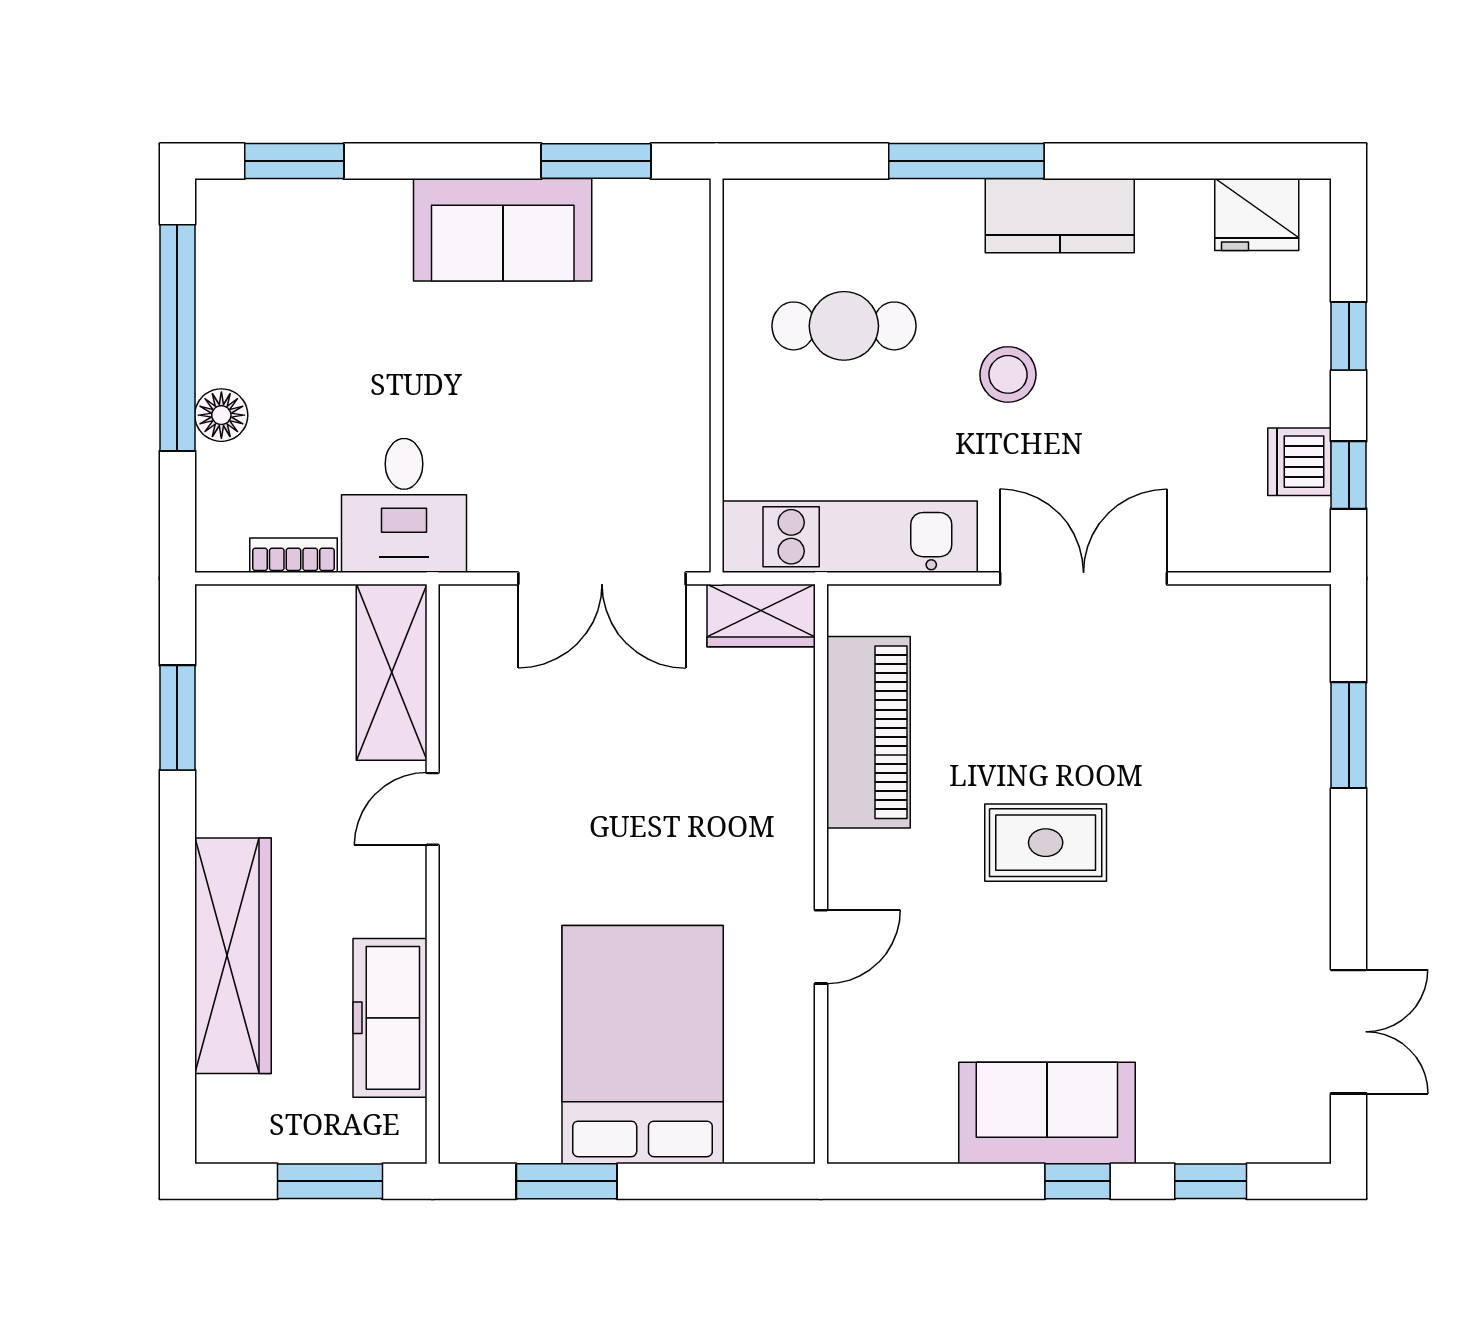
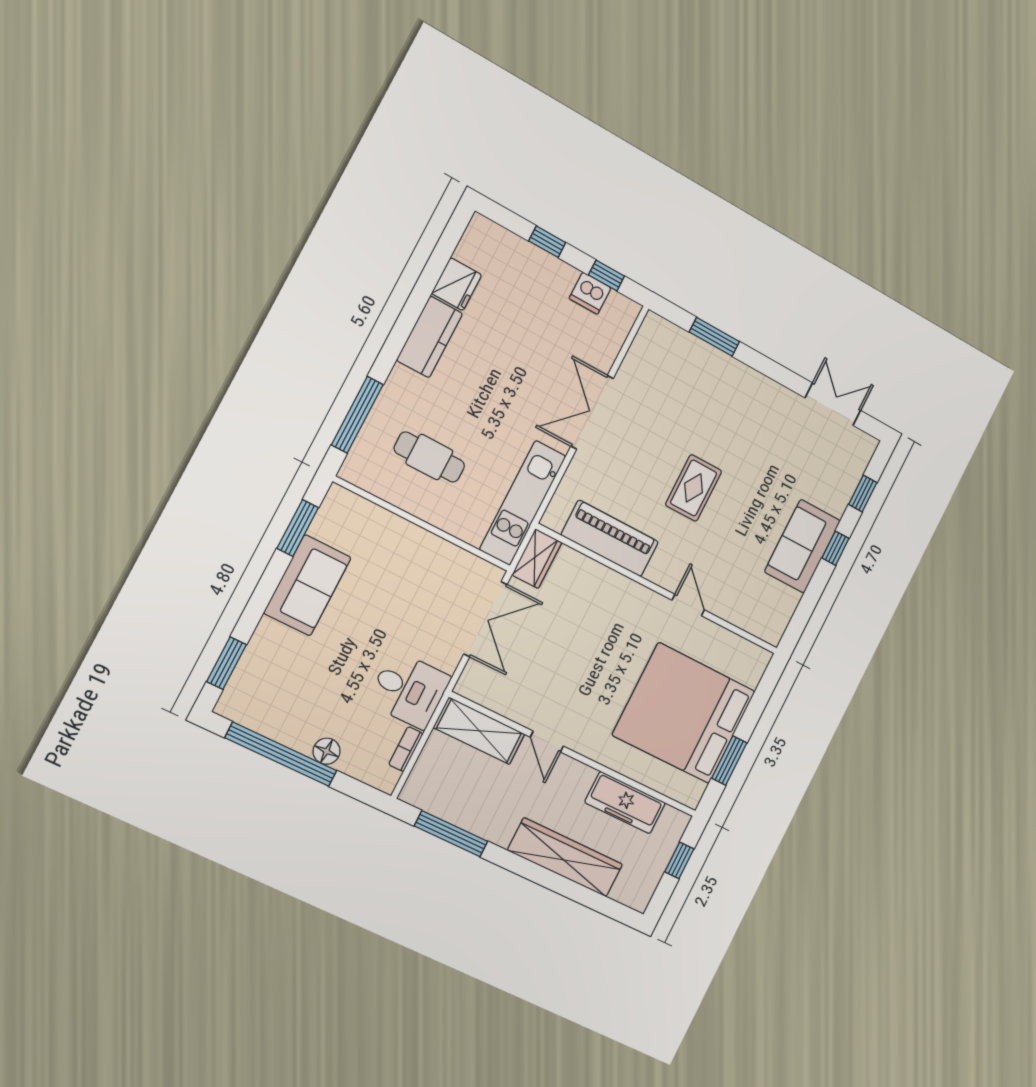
window: (966, 161) -> (357, 415), moved
fridge: (1257, 214) -> (457, 284), moved
cafe table: (844, 326) -> (429, 457), turned 90
stool: (1008, 374) -> (488, 397), removed
window: (177, 718) -> (451, 834), width x1.44
bed: (643, 1045) -> (684, 713), width x1.36
window: (330, 1181) -> (679, 860), width x0.67

